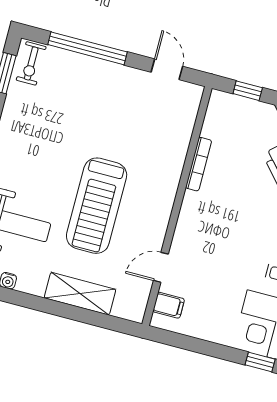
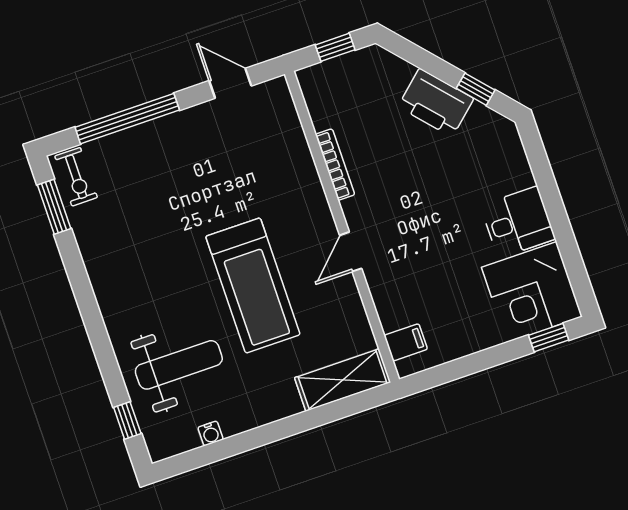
door: (161, 267) -> (351, 252), moved
shelving: (80, 294) -> (343, 380), moved

